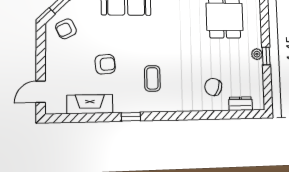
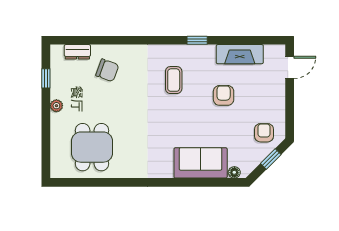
armchair: (66, 29) -> (264, 133), turned -64
window: (266, 56) -> (46, 78), moved
armchair: (105, 64) -> (224, 95), turned 95

